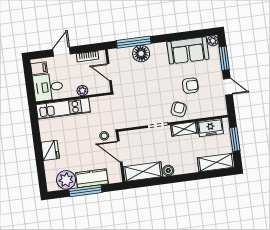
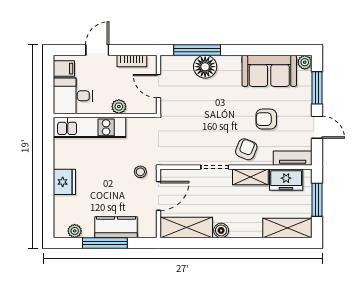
armchair: (190, 86) -> (266, 119), turned 180
tv unit: (213, 111) -> (293, 158), added
door: (120, 151) -> (158, 196), swing flipped
plant: (66, 180) -> (75, 231), width x0.53, depth x0.53

